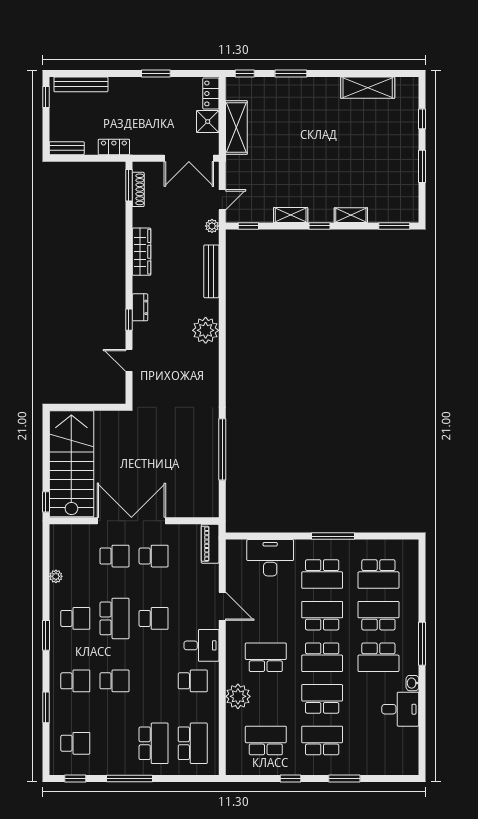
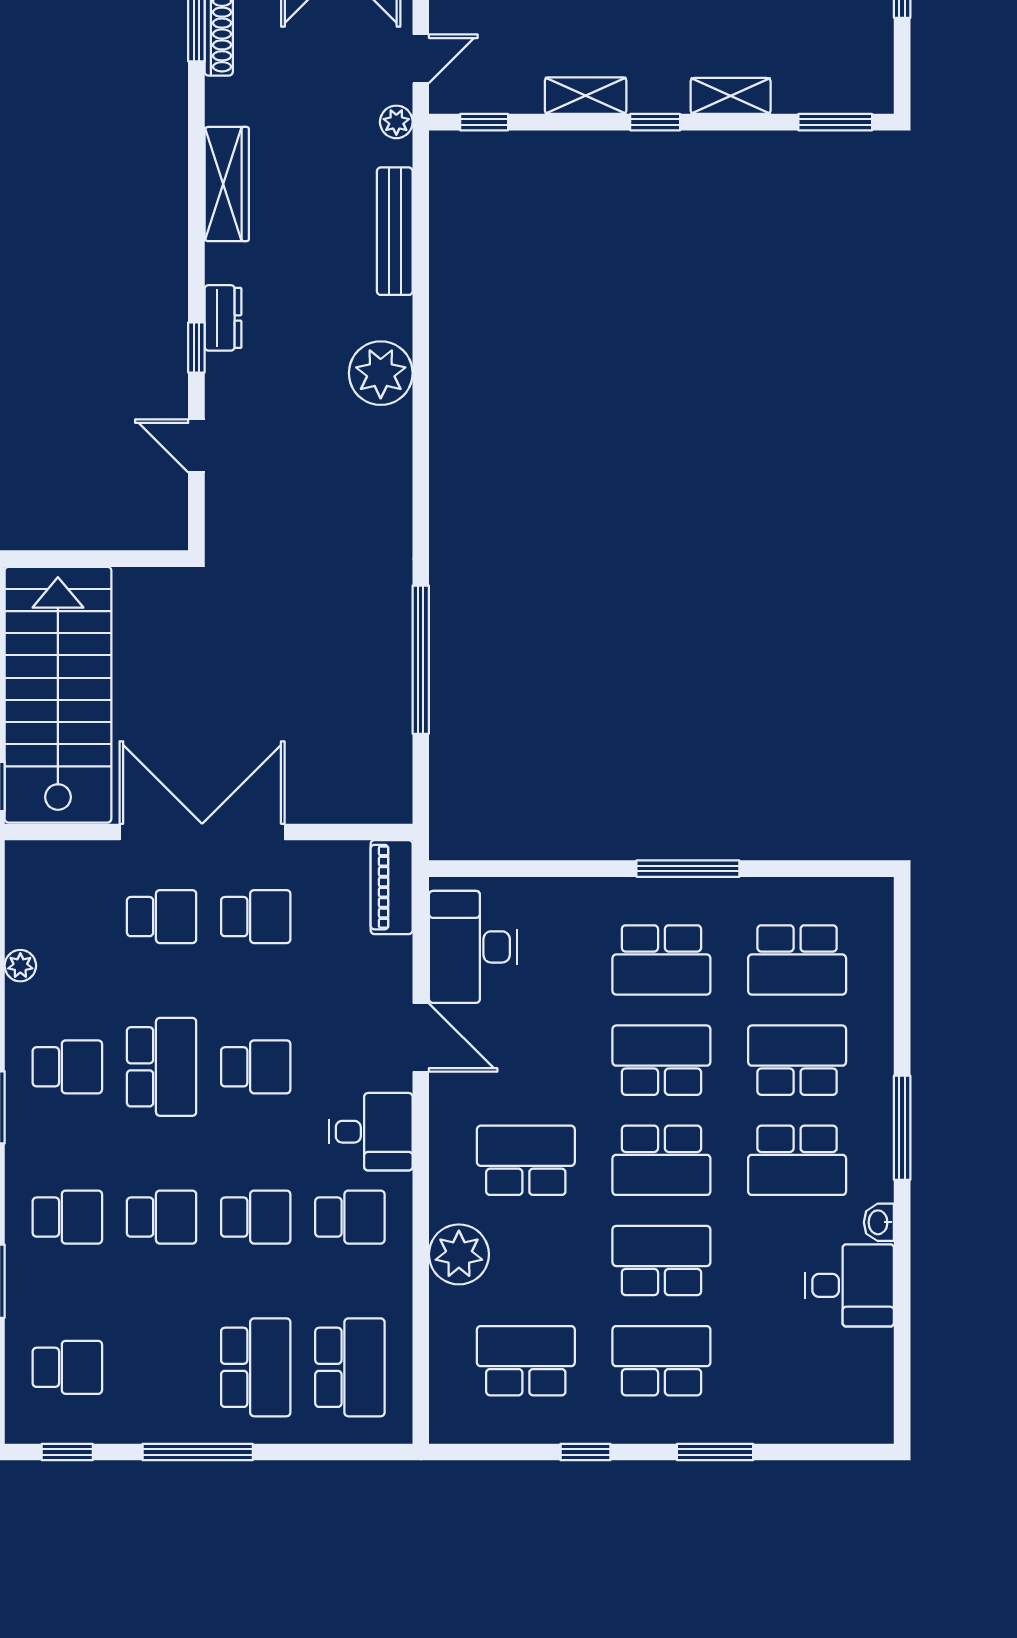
desk: (270, 558) -> (473, 947), moved, turned -90
school desk: (154, 681) -> (256, 1217), added

